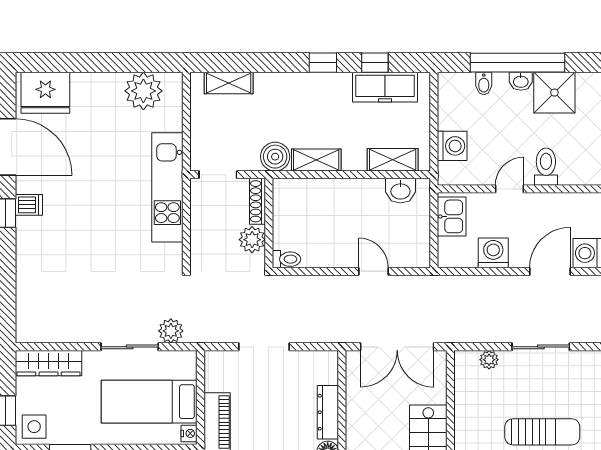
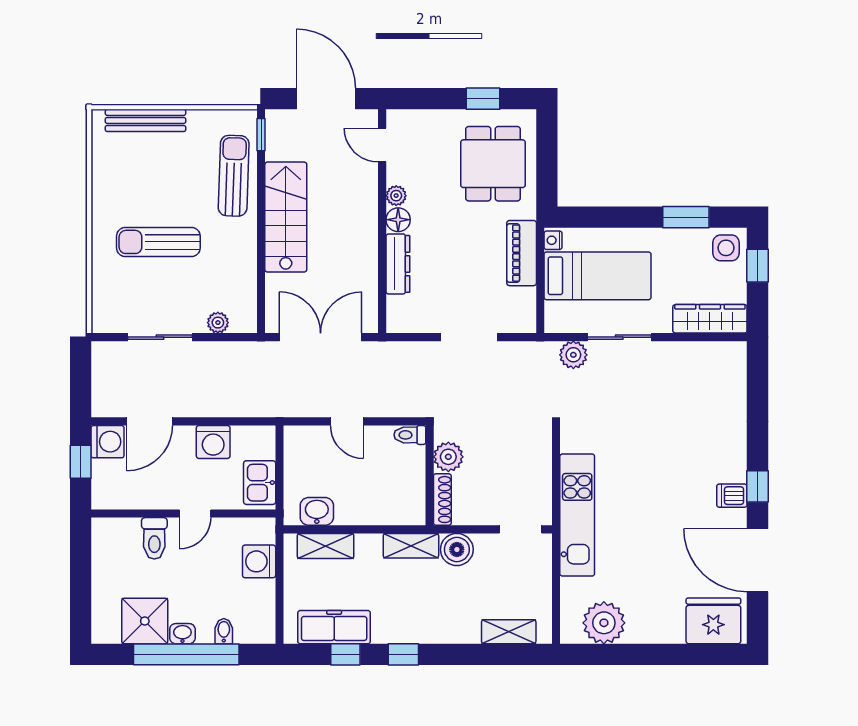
shoe rack: (257, 201) -> (442, 500), moved
wall: (269, 223) -> (430, 475), moved
plant: (252, 240) -> (448, 457), moved
toilet: (286, 259) -> (410, 435), moved

